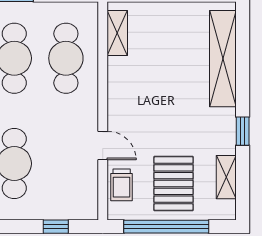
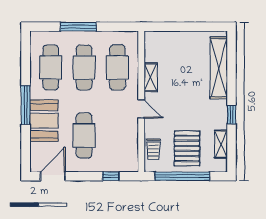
shelving: (117, 33) -> (151, 77), moved
door: (103, 145) -> (141, 109), moved

